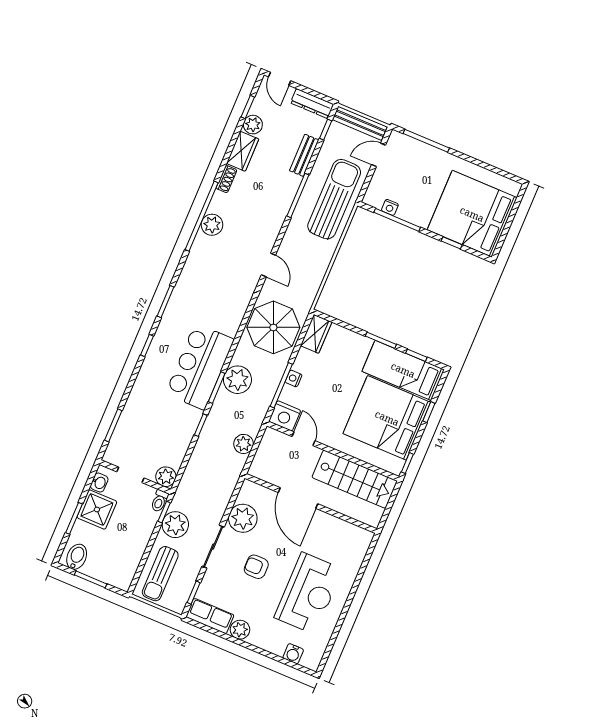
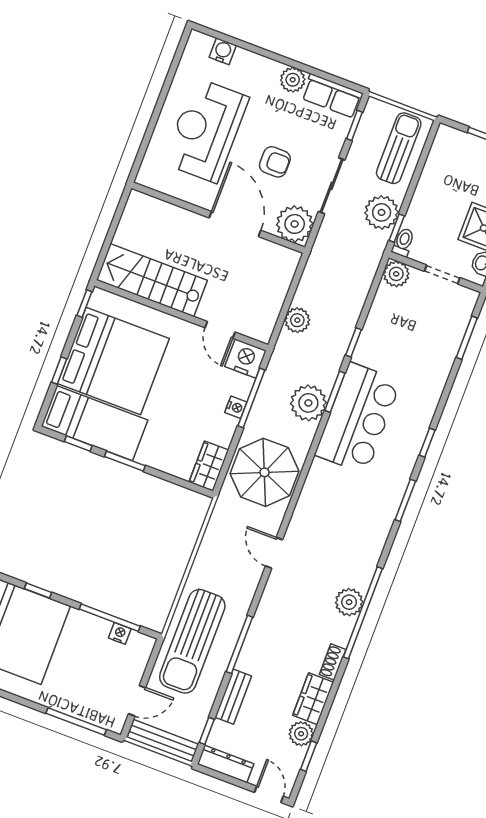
door: (298, 498) -> (235, 224), moved
wall: (311, 503) -> (218, 218), moved

